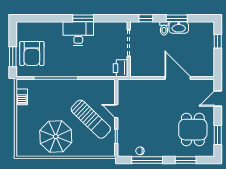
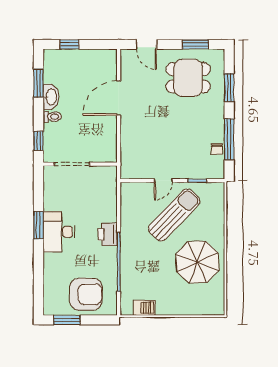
window: (177, 18) -> (38, 83), moved
window: (13, 57) -> (67, 320), moved
printer: (121, 68) -> (108, 234), moved, turned 90

